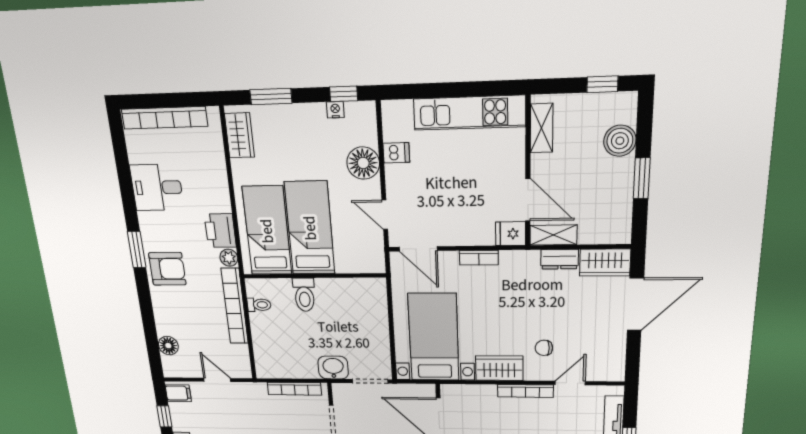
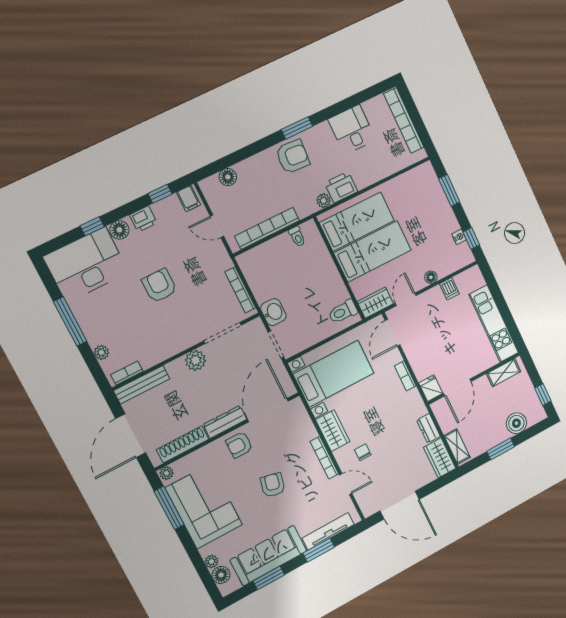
wardrobe: (239, 135) -> (375, 303), moved, turned 180
floor lamp: (363, 163) -> (431, 277), width x0.53, depth x0.53
shelving: (553, 235) -> (457, 447), moved
armchair: (167, 269) -> (293, 156), turned -86
toilet: (304, 295) -> (343, 312), moved
door: (635, 304) -> (400, 505), moved
bookcase: (235, 306) -> (267, 228), moved
door: (217, 380) -> (217, 226), swing flipped

